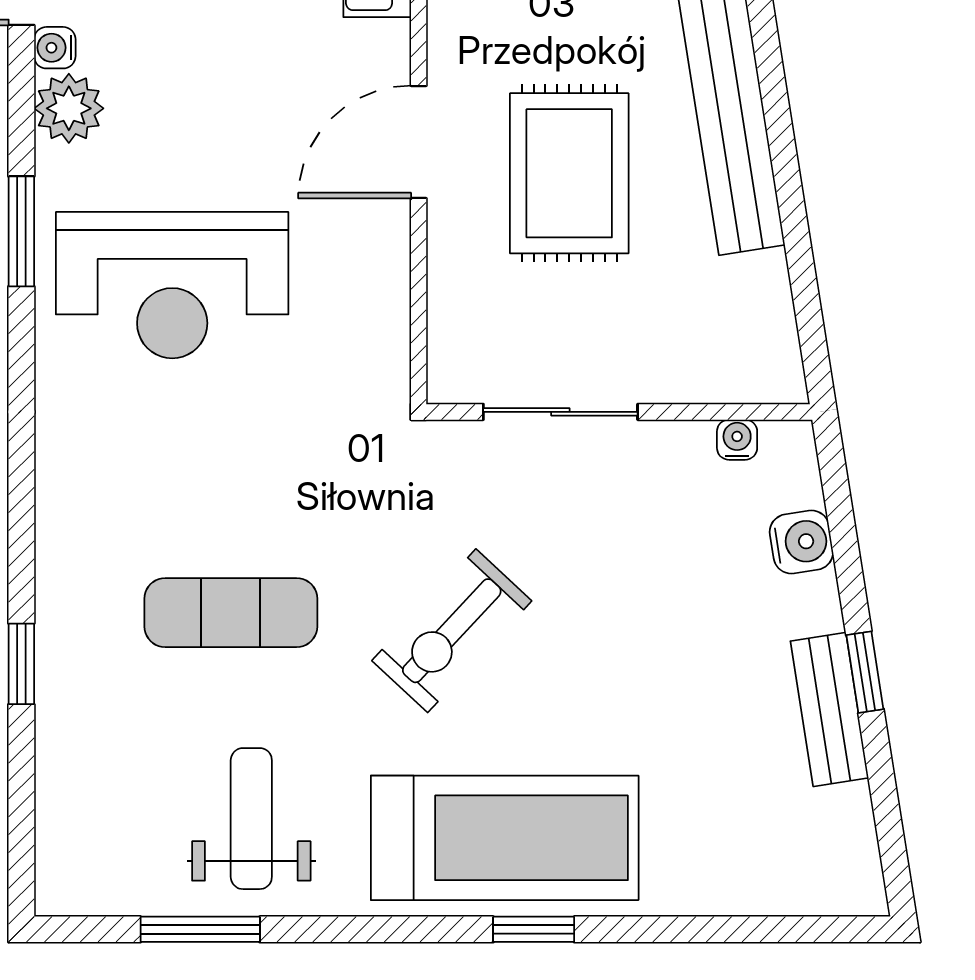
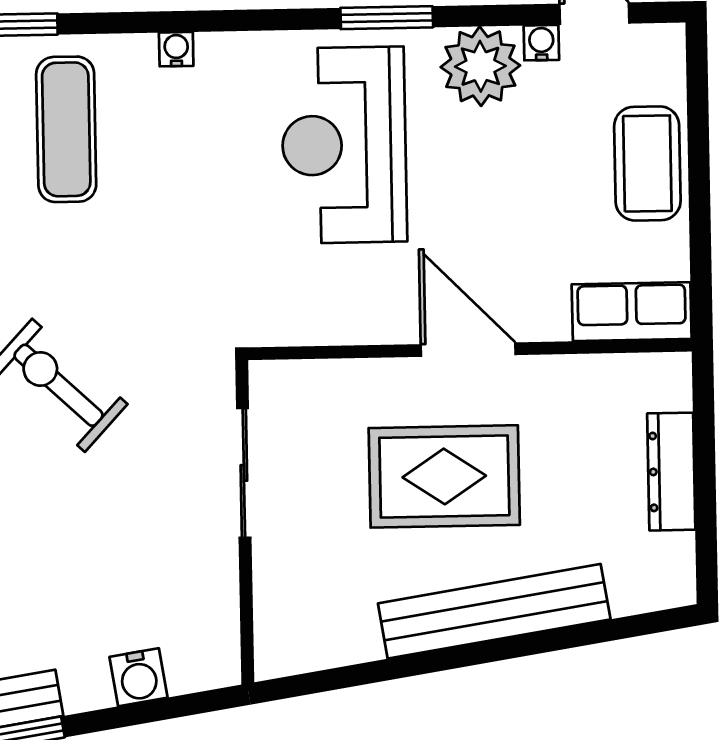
plant: (69, 108) -> (480, 66), width x1.36, depth x1.36
water cooler: (737, 440) -> (176, 49), moved, turned -90
exercise mat: (231, 613) -> (66, 129), moved

